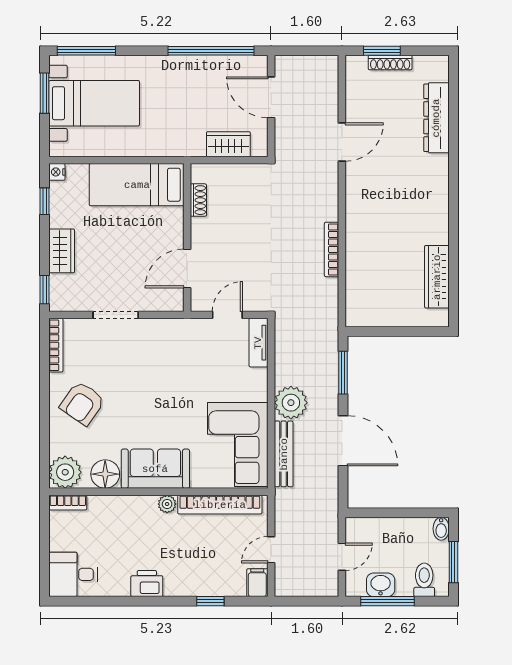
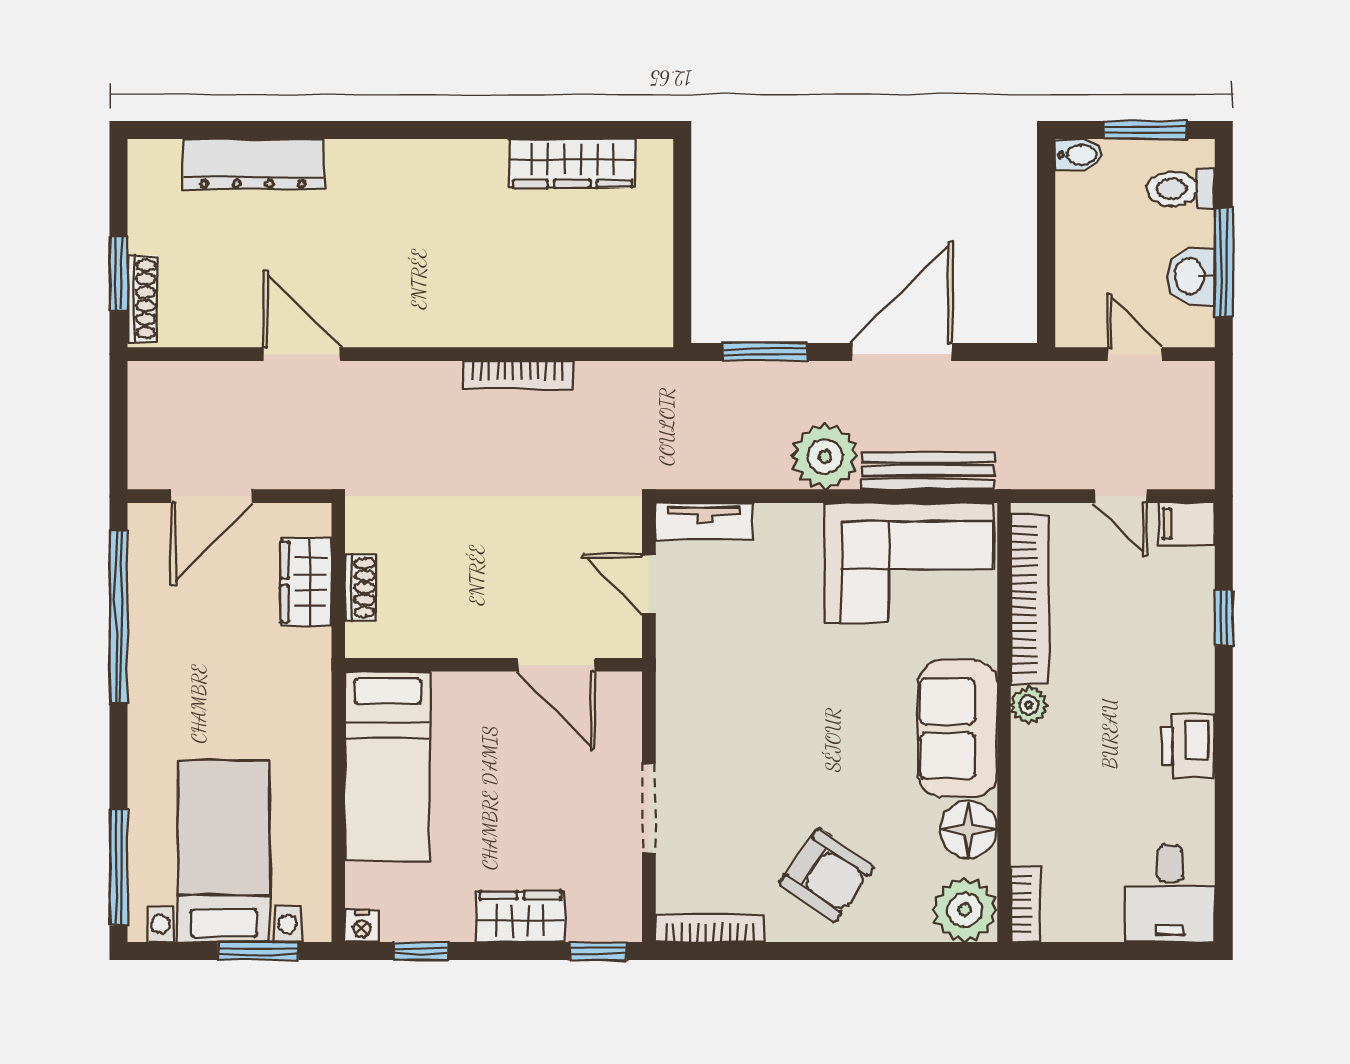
shoe rack: (390, 63) -> (142, 299), moved
window: (45, 93) -> (258, 951), moved
shoe rack: (198, 200) -> (361, 588), moved, turned 90

